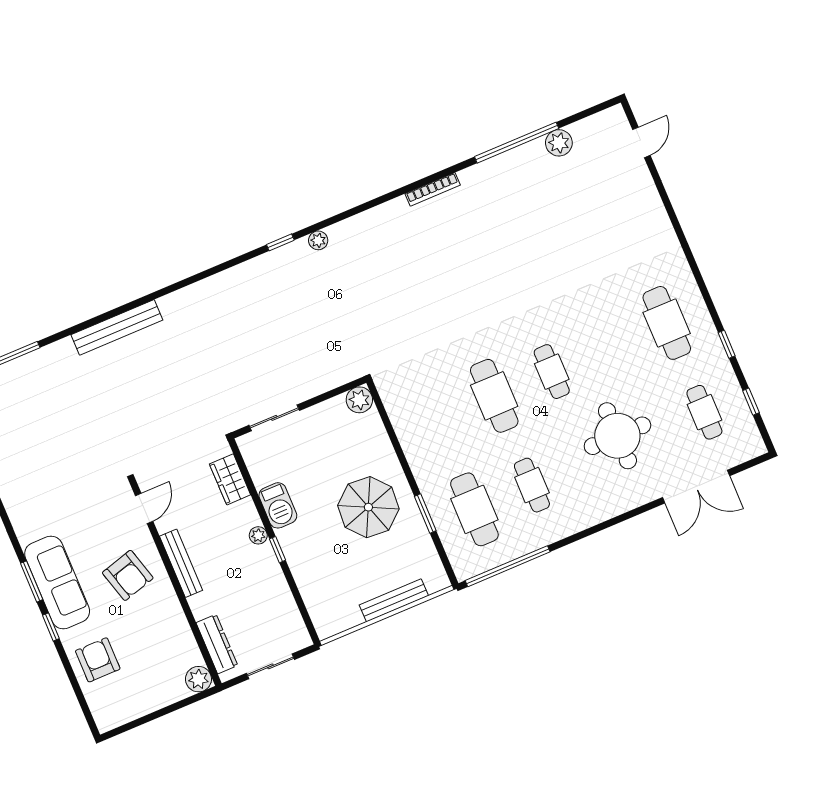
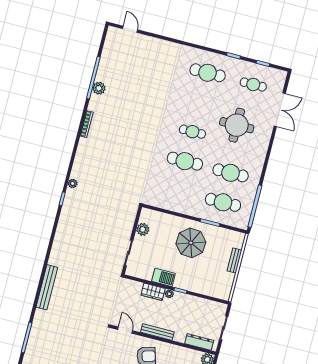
plant: (559, 143) -> (99, 88), moved
plant: (359, 400) -> (143, 229), moved
wardrobe: (230, 479) -> (153, 292), moved
cafe table: (532, 485) -> (231, 173), width x1.37, depth x1.35
bench: (394, 600) -> (234, 260), width x0.73

